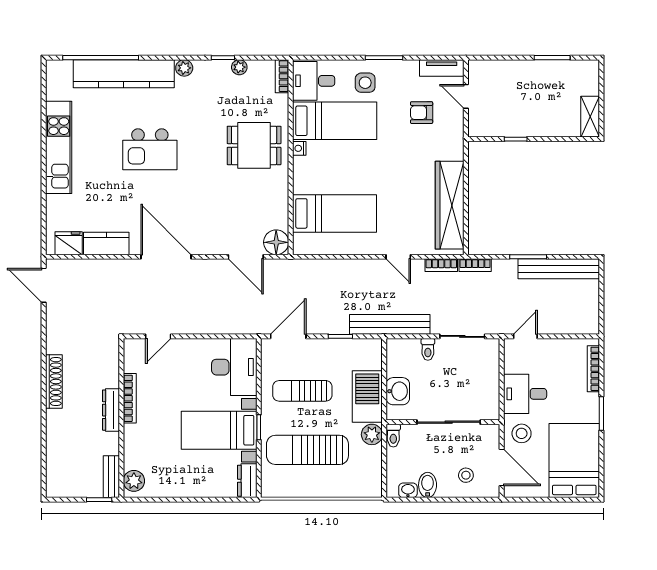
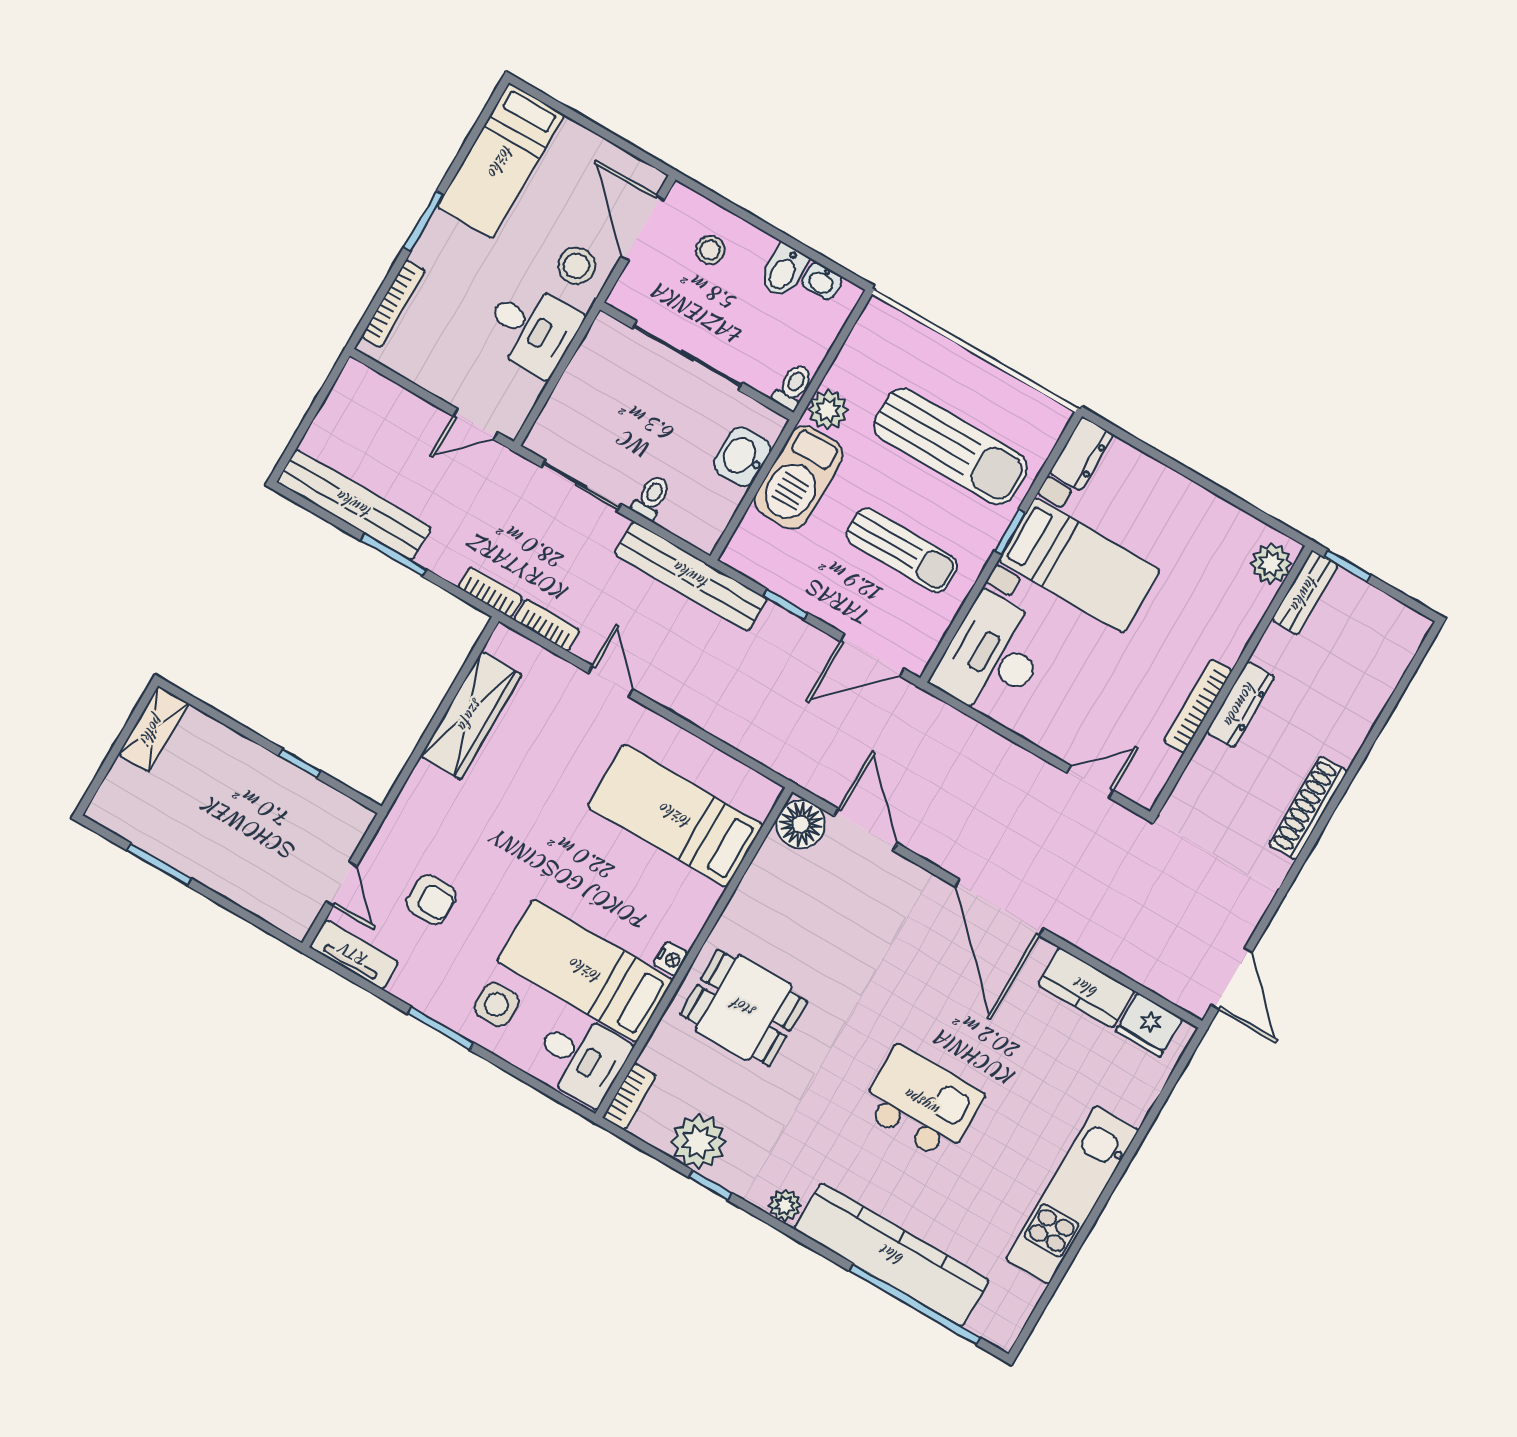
plant: (239, 67) -> (699, 1142), width x1.87, depth x1.87
wardrobe: (450, 205) -> (471, 715), width x0.71, depth x0.85
bed: (574, 461) -> (501, 161), width x0.67

